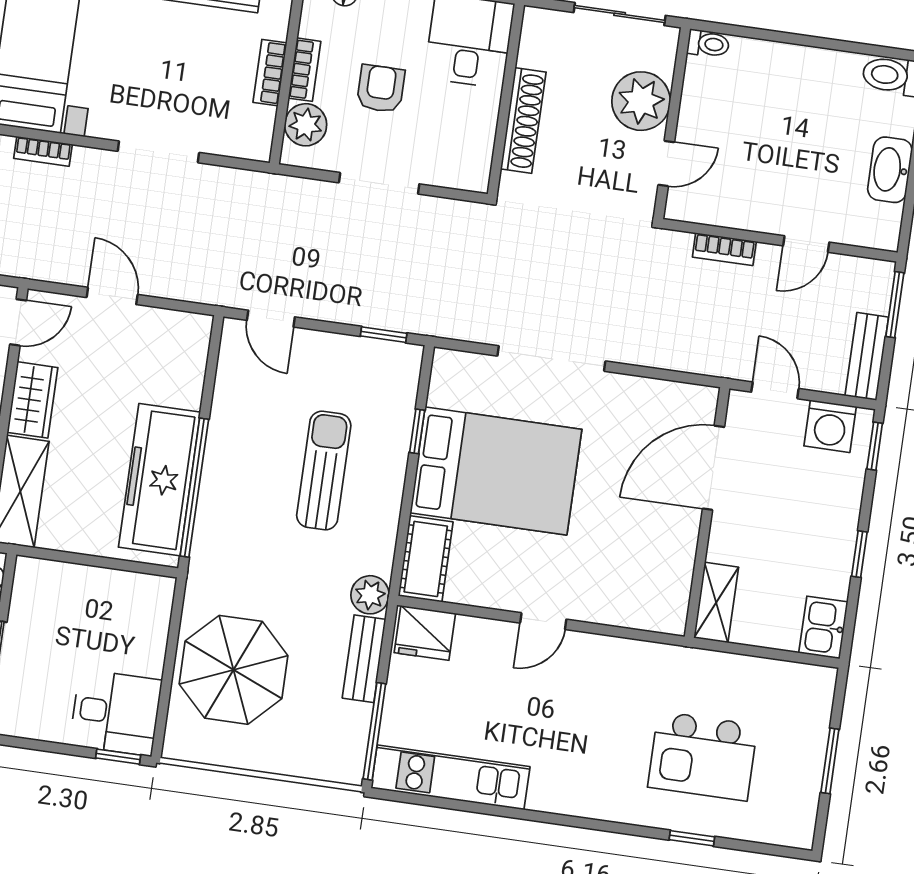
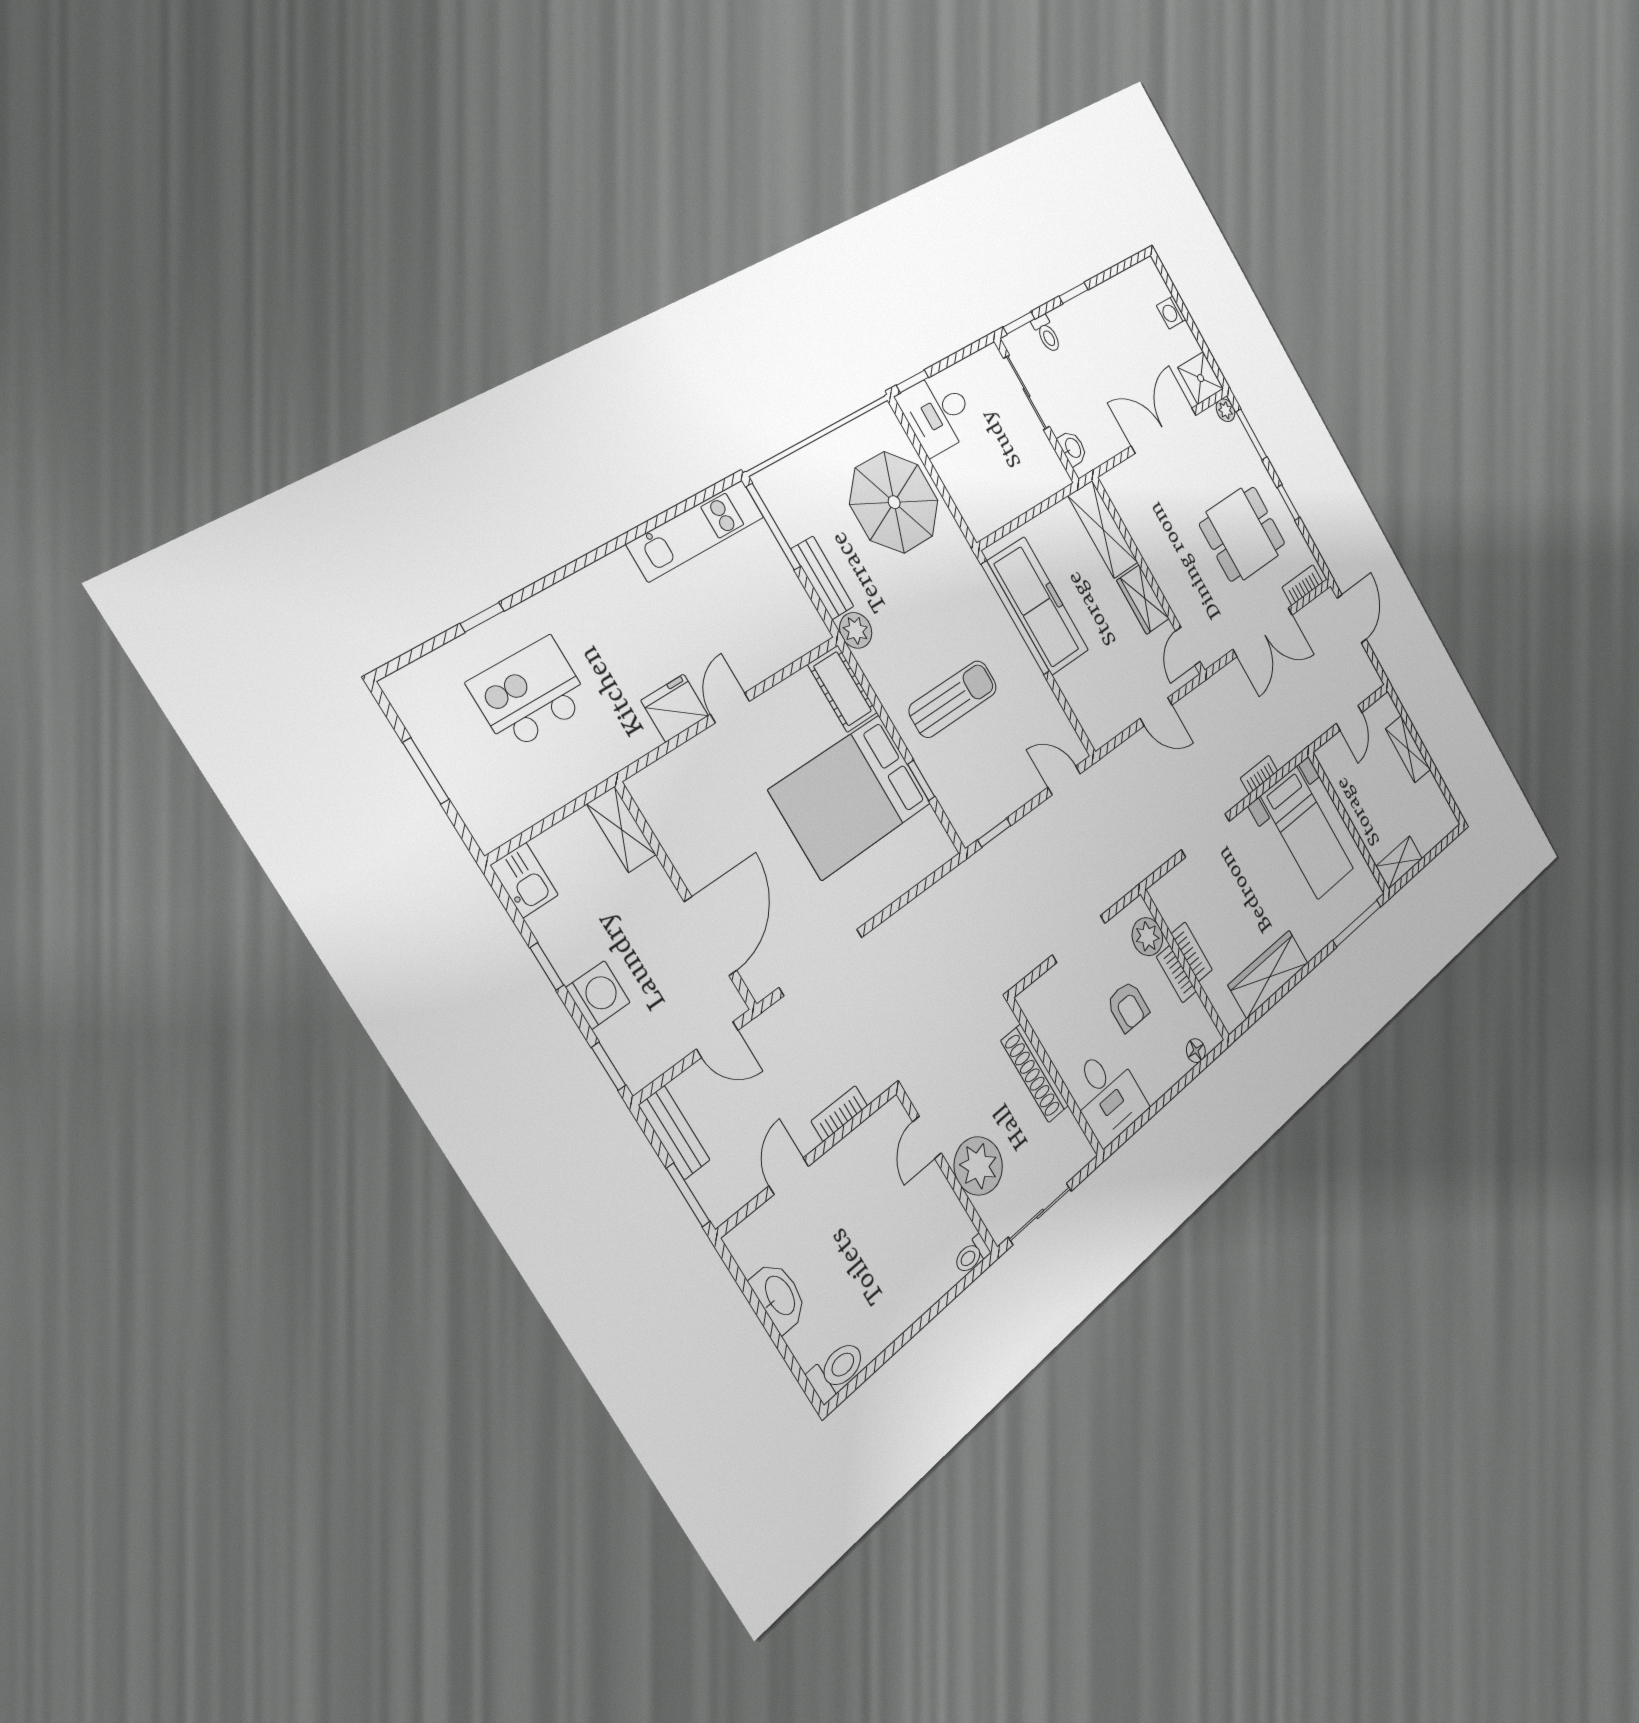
doorway: (551, 359) -> (821, 962), moved
washing machine: (830, 426) -> (598, 995), moved, turned 90
sun lounger: (324, 470) -> (953, 699), turned -90
fridge: (425, 633) -> (675, 708), moved

